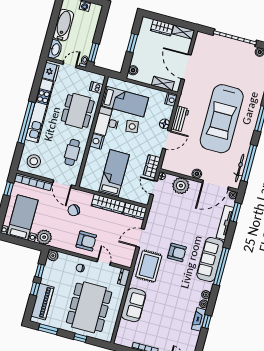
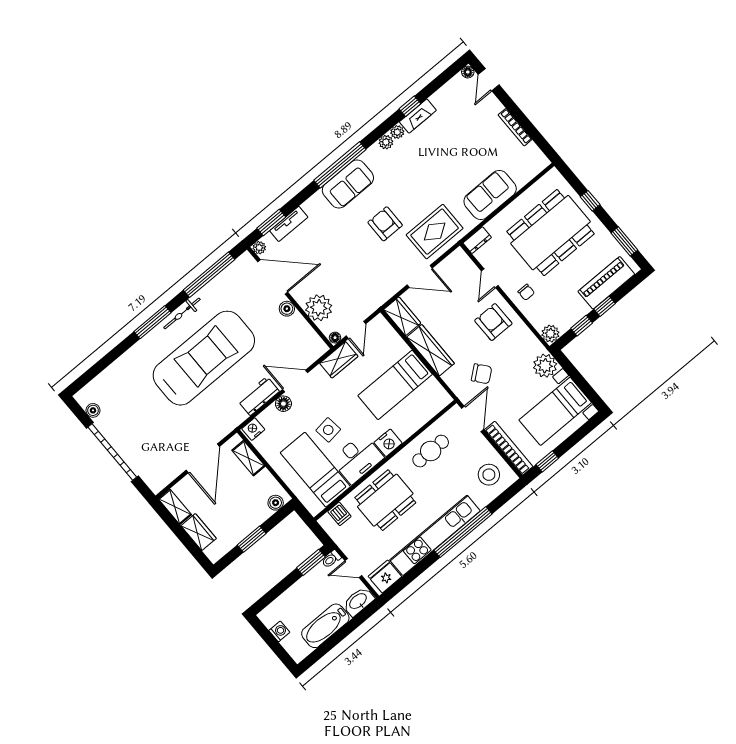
bicycle: (240, 168) -> (182, 313), moved
tv unit: (225, 223) -> (289, 224), width x0.71
sofa: (210, 260) -> (348, 184), width x0.73

